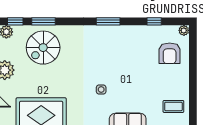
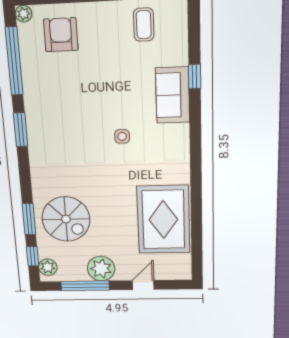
window: (154, 21) -> (14, 61), width x3.17
armchair: (170, 53) -> (61, 35), turned -90

